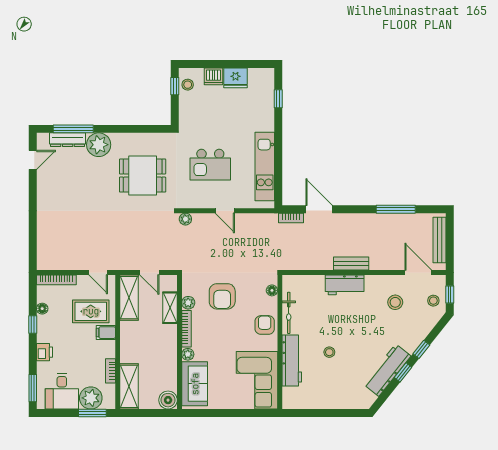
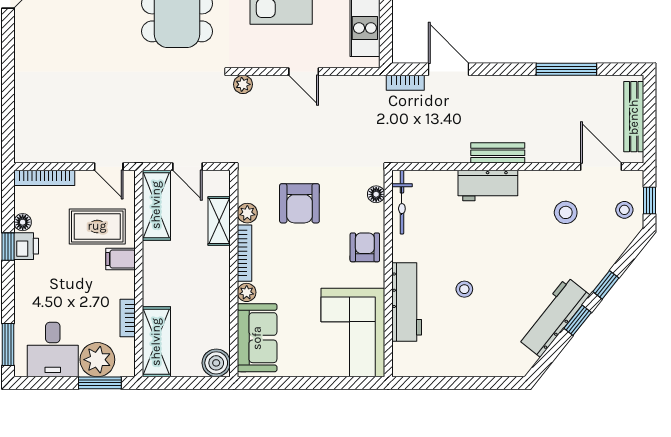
bicycle: (289, 313) -> (402, 202), moved
printer: (45, 352) -> (26, 246), moved

